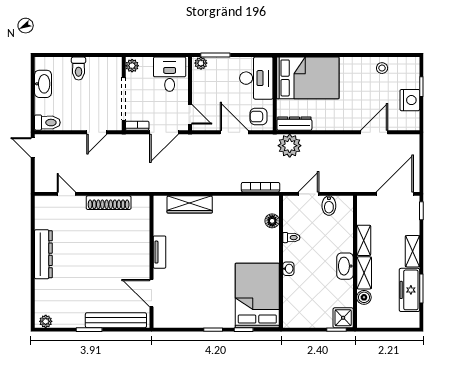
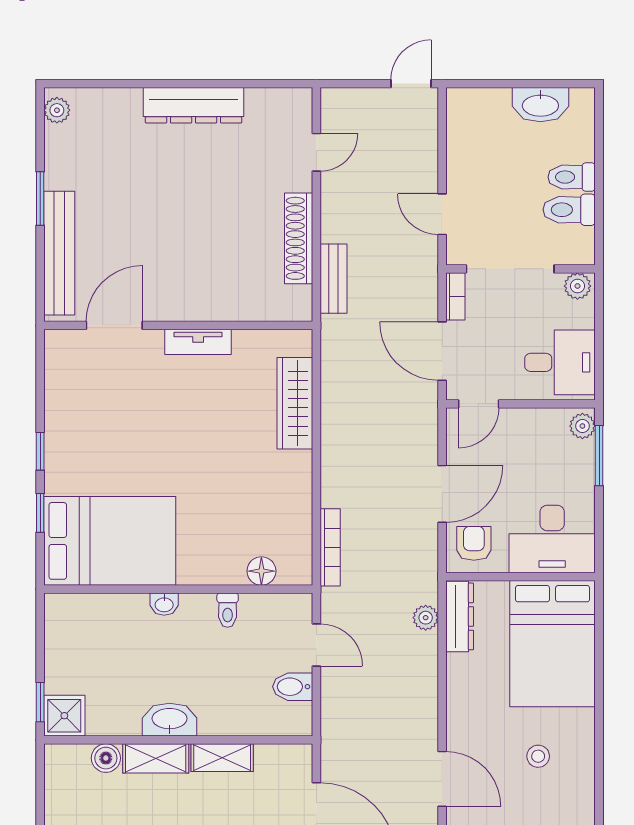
stool: (382, 68) -> (538, 756), moved
toilet: (47, 123) -> (569, 210), moved, turned 90
plant: (290, 146) -> (426, 618), width x0.53, depth x0.53
bench: (128, 186) -> (334, 279), added

